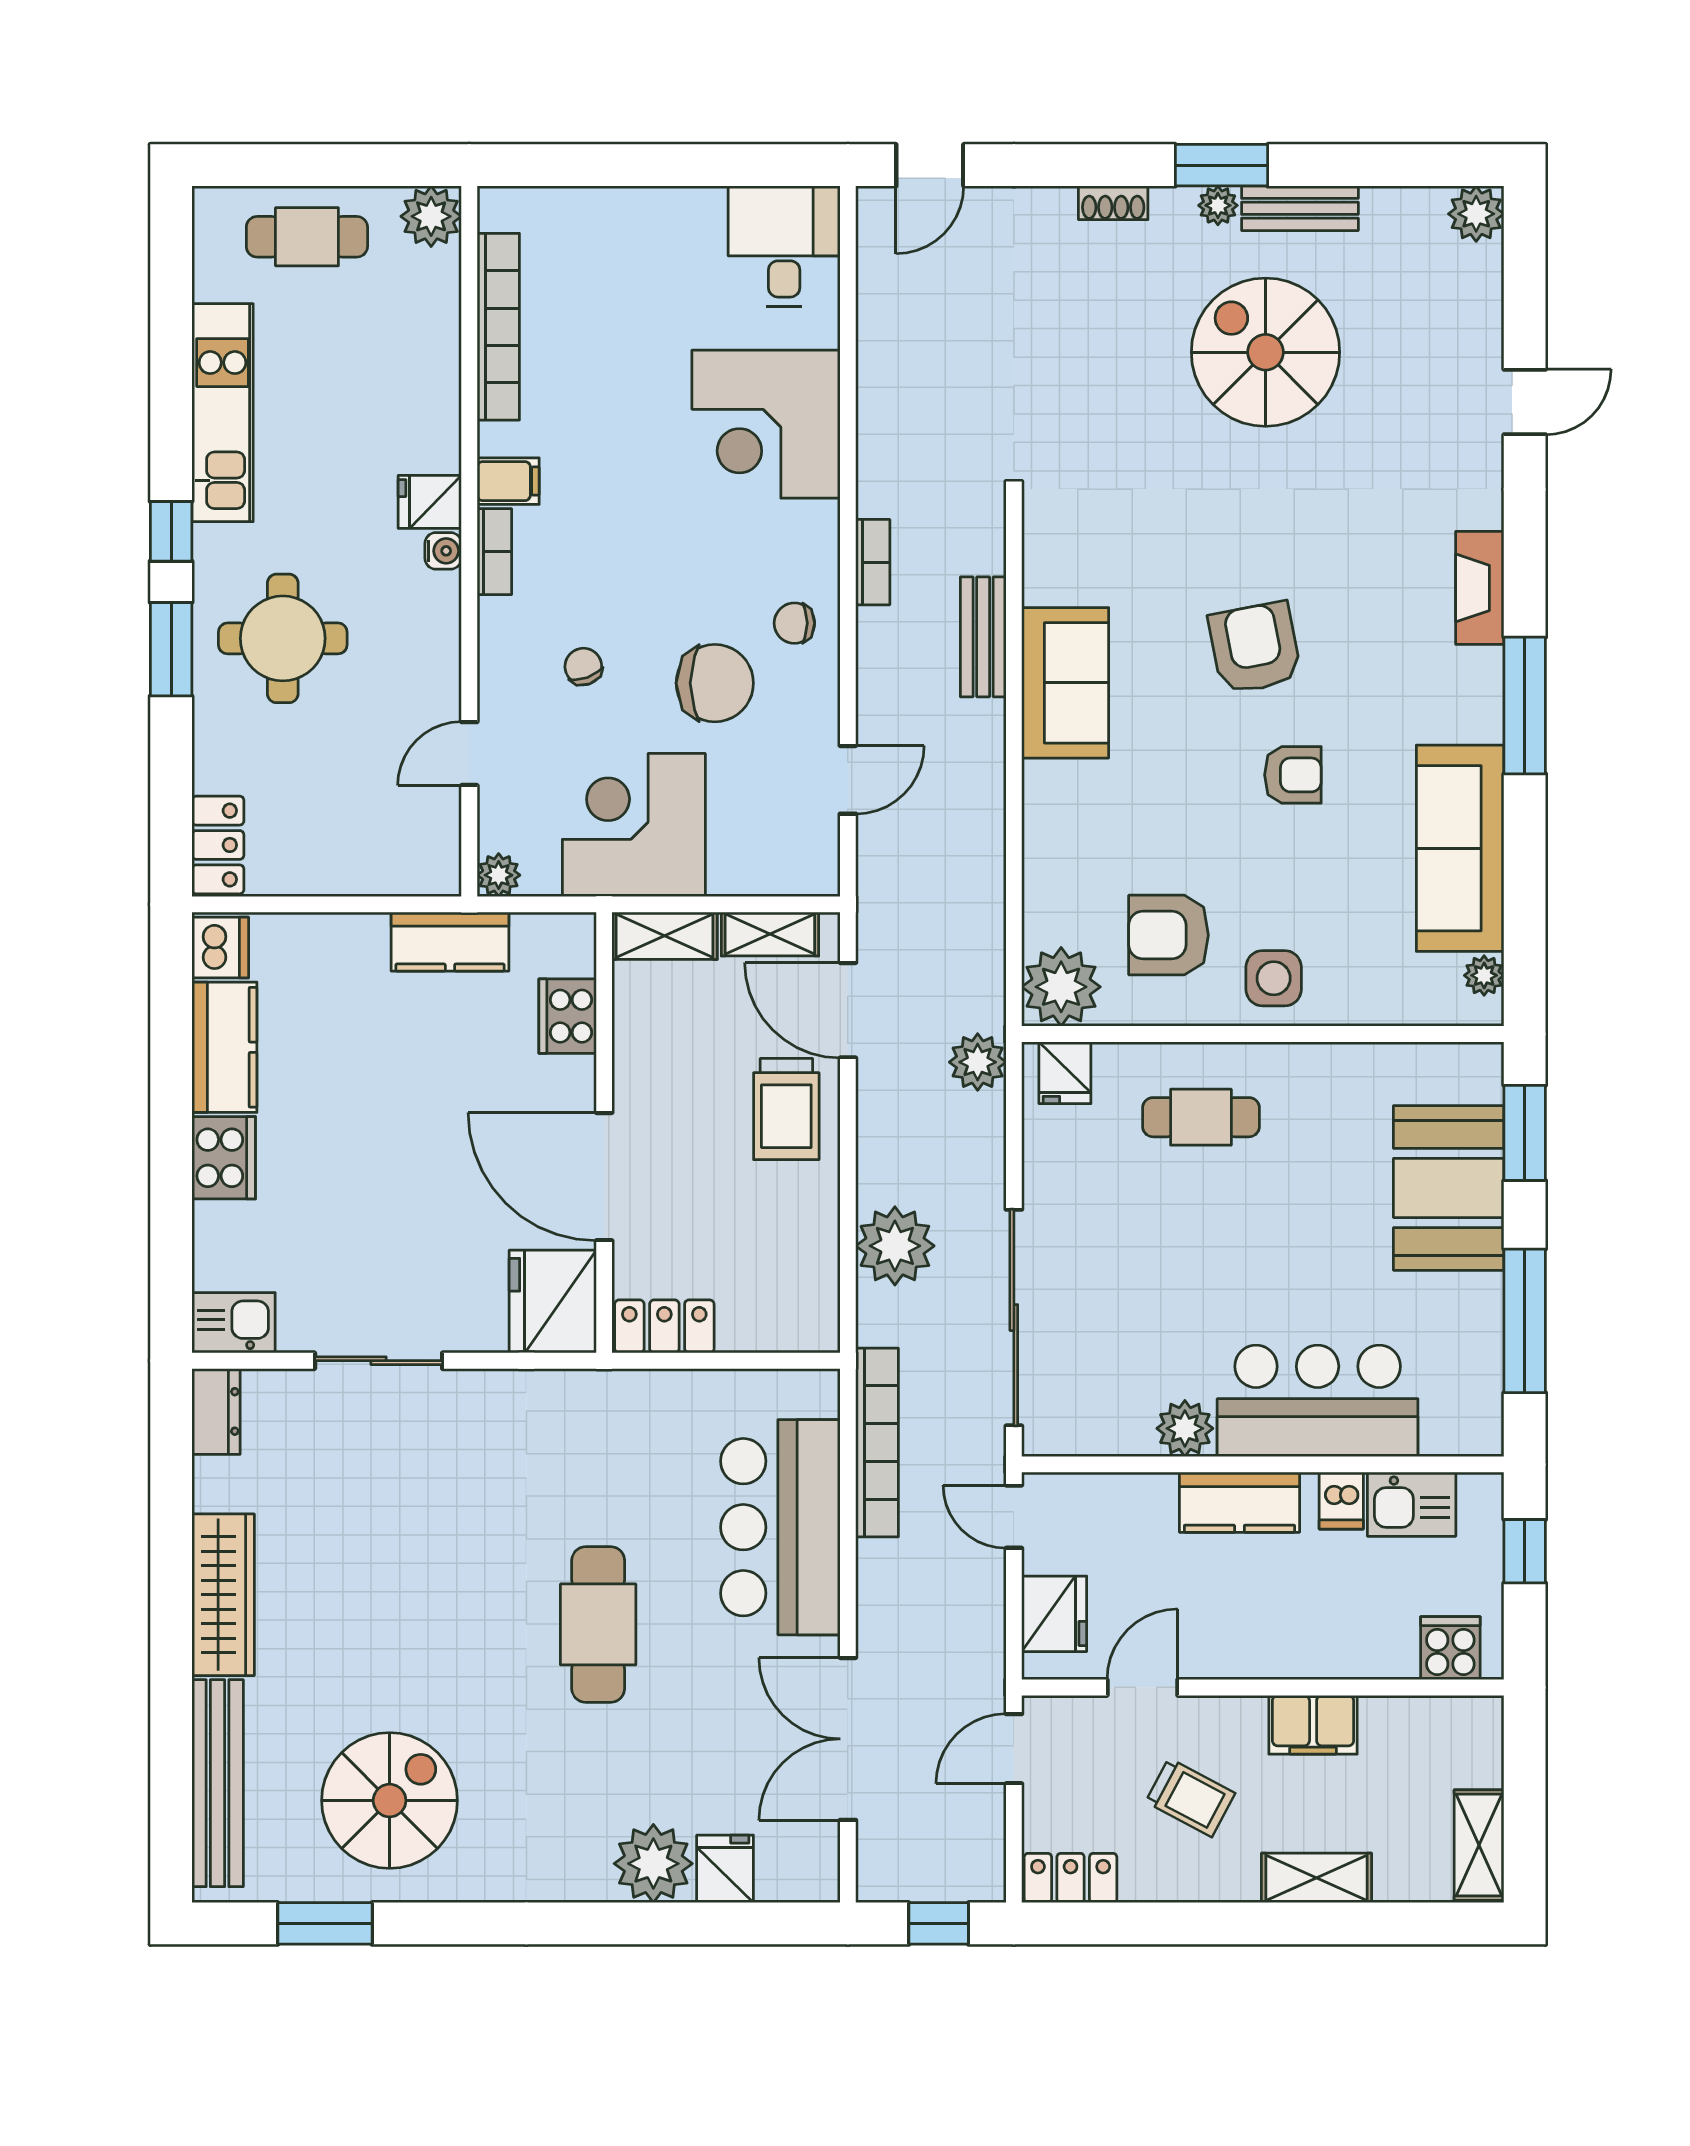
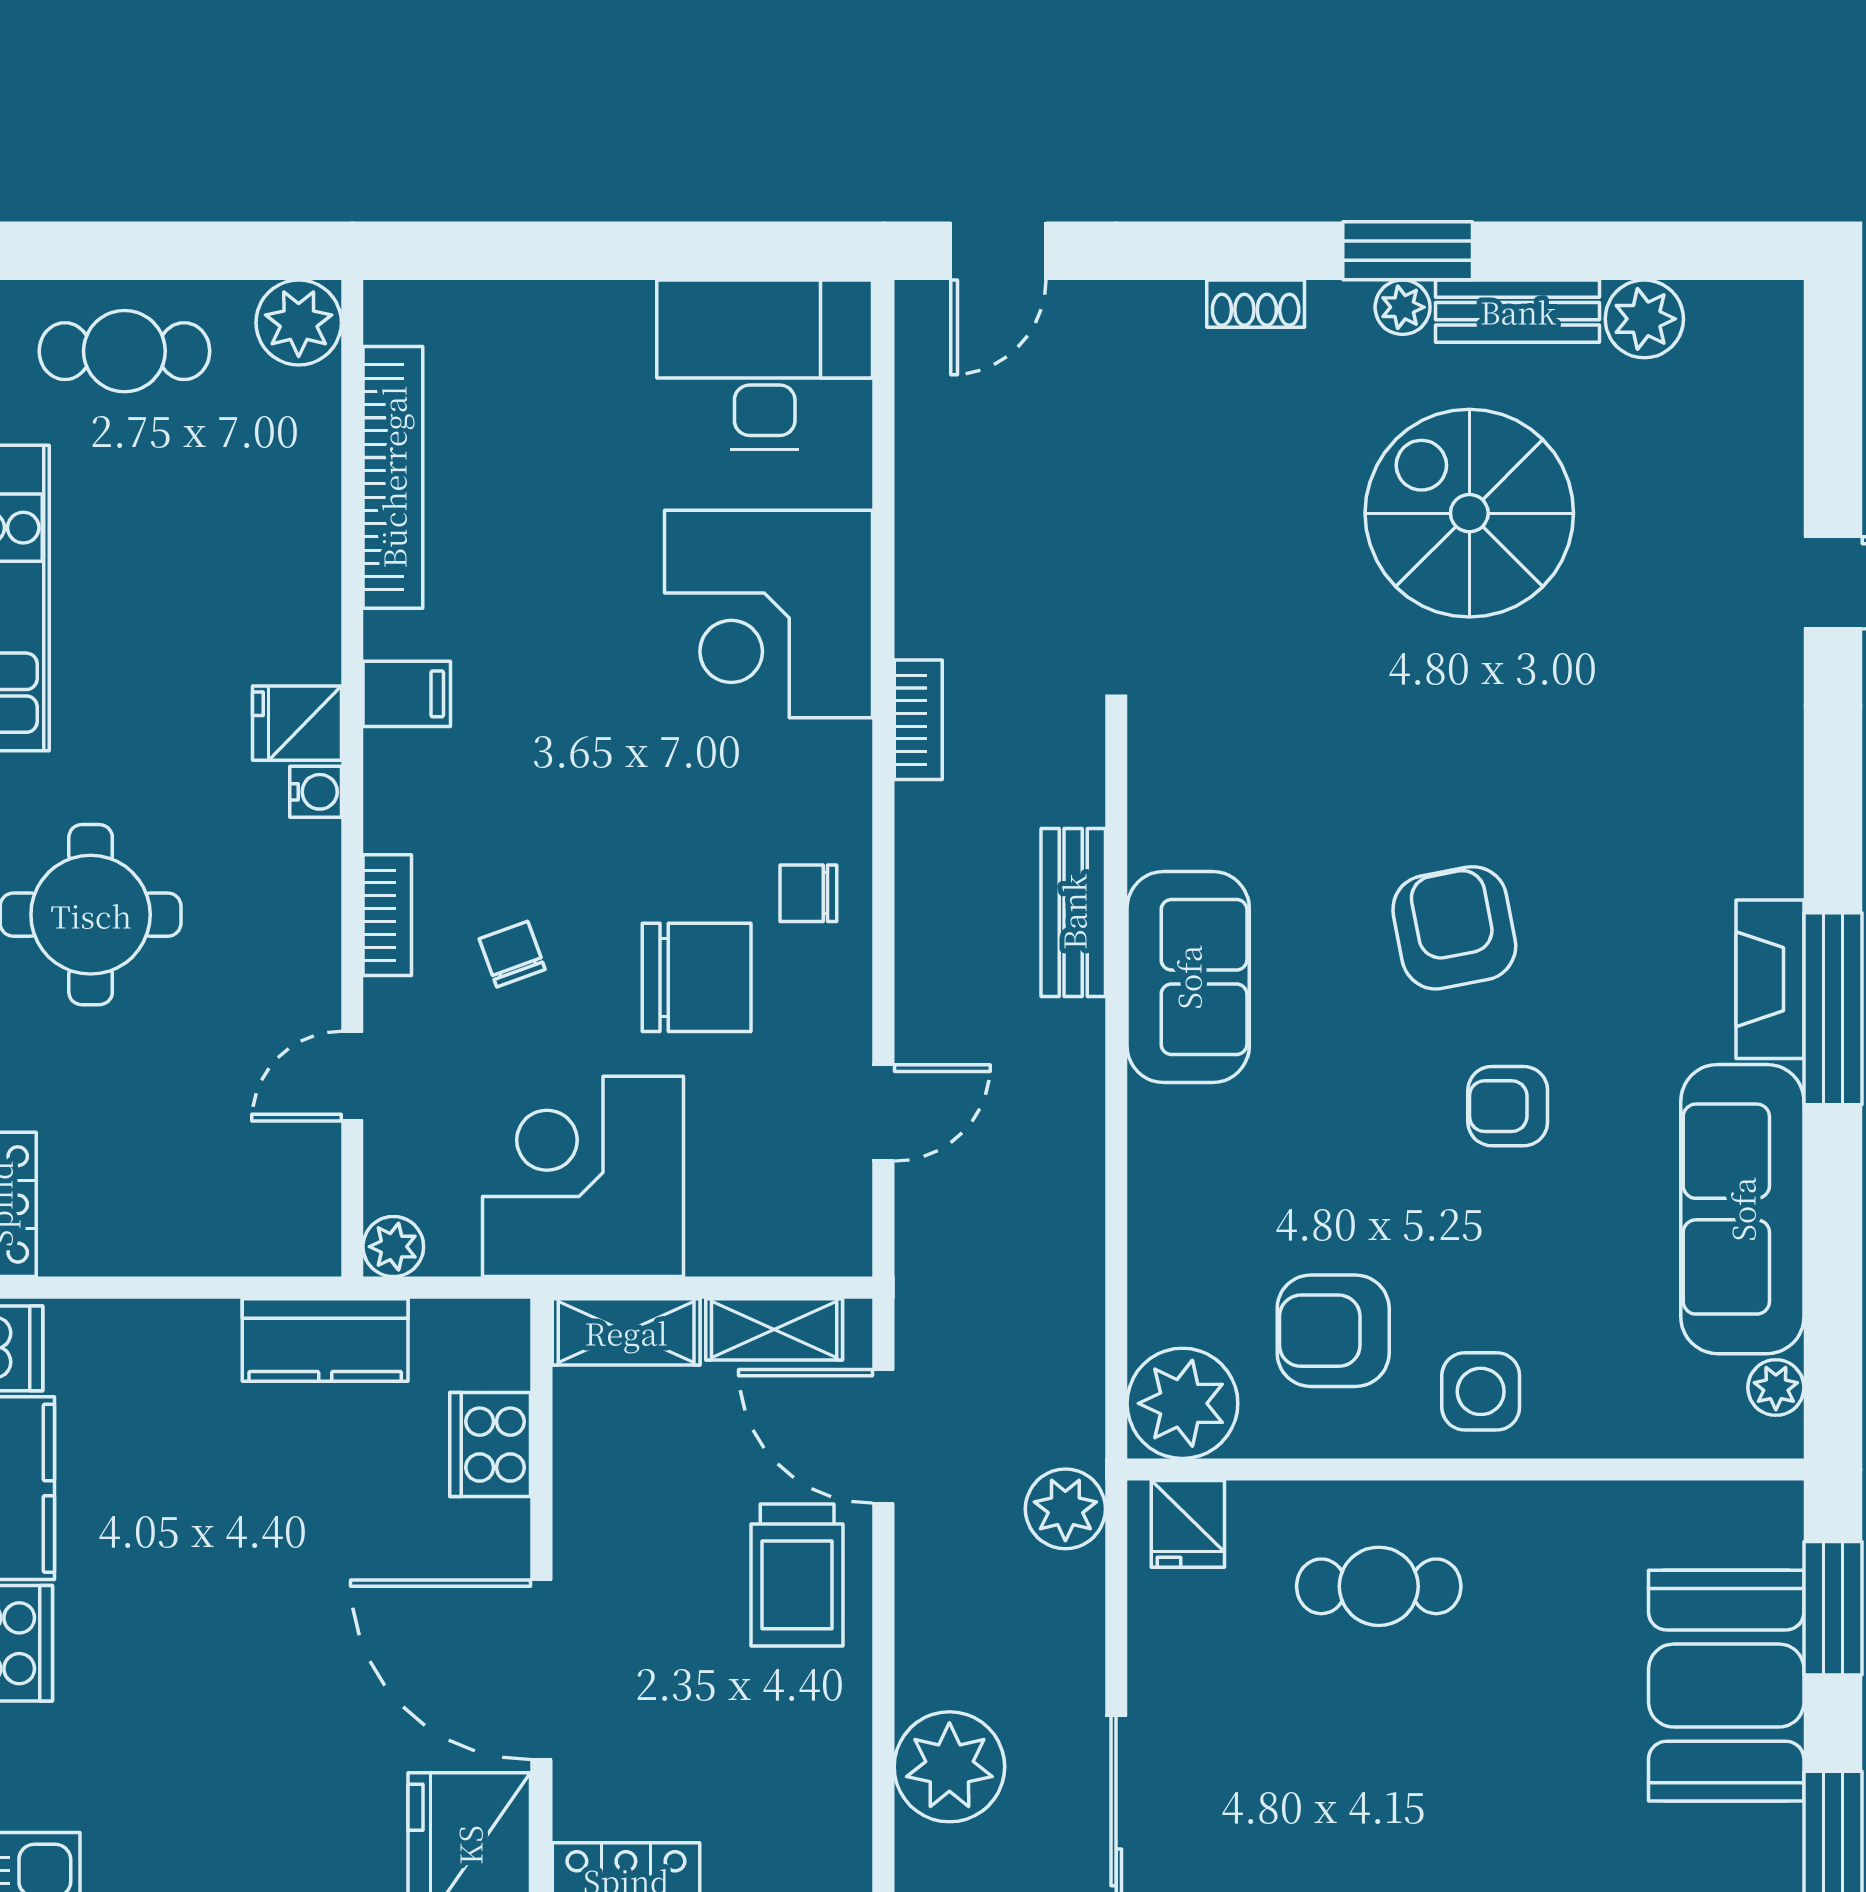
plant: (1476, 214) -> (1644, 319), moved
desk: (784, 246) -> (765, 365), width x1.37
bookcase: (494, 552) -> (387, 915), moved
bookcase: (873, 562) -> (918, 720), moved
fireplace: (1480, 588) -> (1770, 979), moved
armchair: (1293, 775) -> (1508, 1106), turned 180

